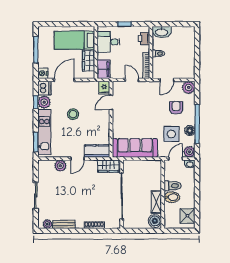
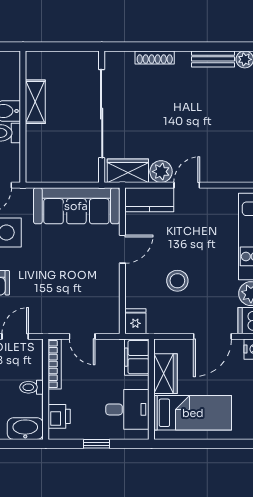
door: (111, 102) -> (122, 249), moved
stool: (73, 114) -> (177, 281), moved
plant: (60, 166) -> (161, 172), moved
boiler: (155, 221) -> (38, 65), removed

